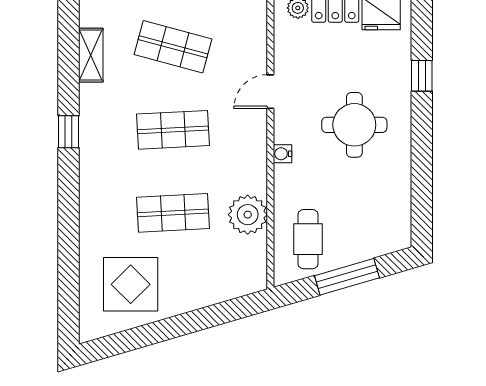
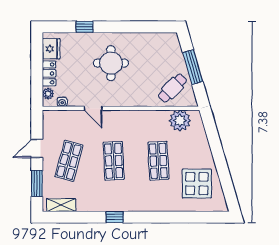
shelving: (91, 55) -> (61, 205), moved
water cooler: (282, 154) -> (62, 102), moved
plant: (248, 215) -> (180, 121), moved
cafe table: (308, 239) -> (172, 88), turned -46

